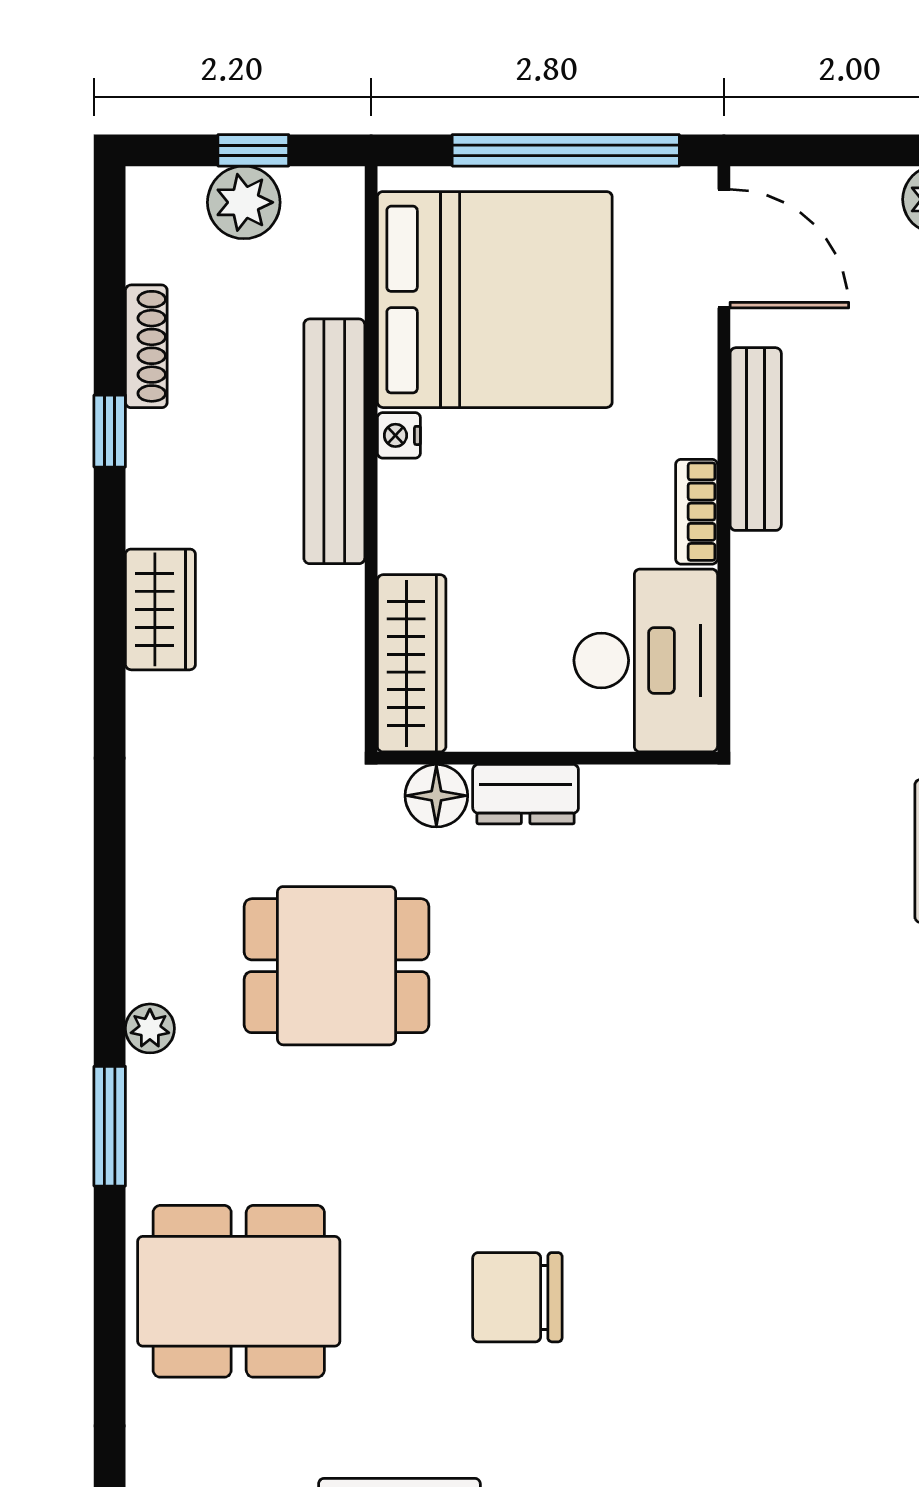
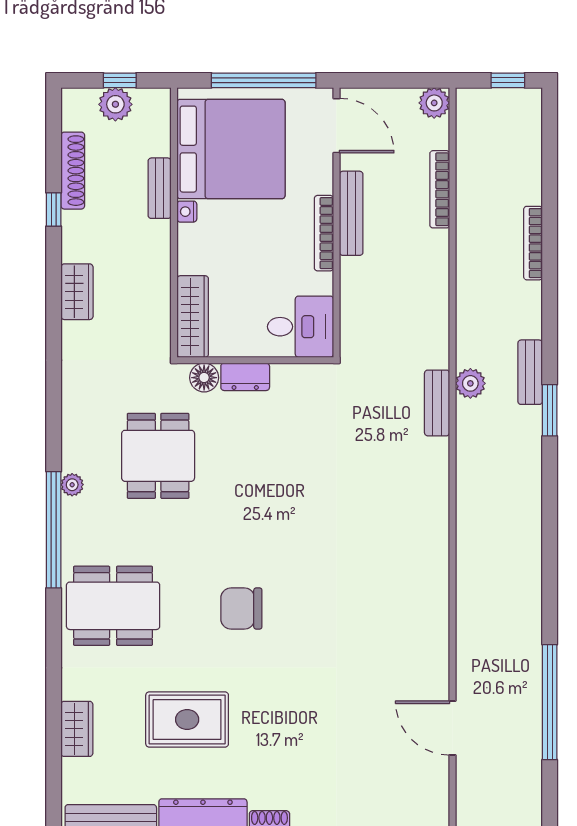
shoe rack: (146, 346) -> (73, 171), width x1.36, depth x1.24
bench: (334, 441) -> (160, 188), width x0.54, depth x0.82
bookcase: (697, 512) -> (324, 233), width x1.56
desk: (646, 660) -> (301, 327), width x0.73
dining table: (337, 966) -> (158, 456), turned 90
window: (110, 1126) -> (54, 530), width x2.11

